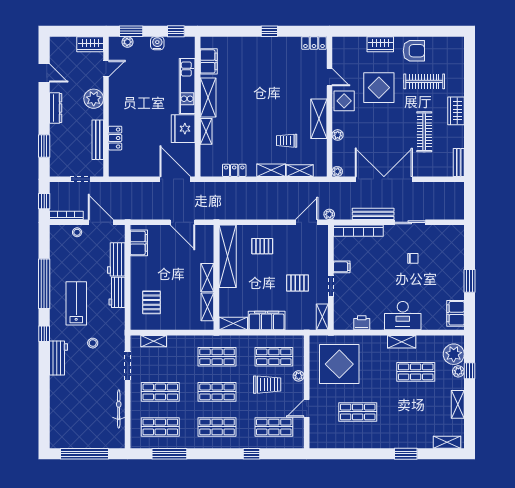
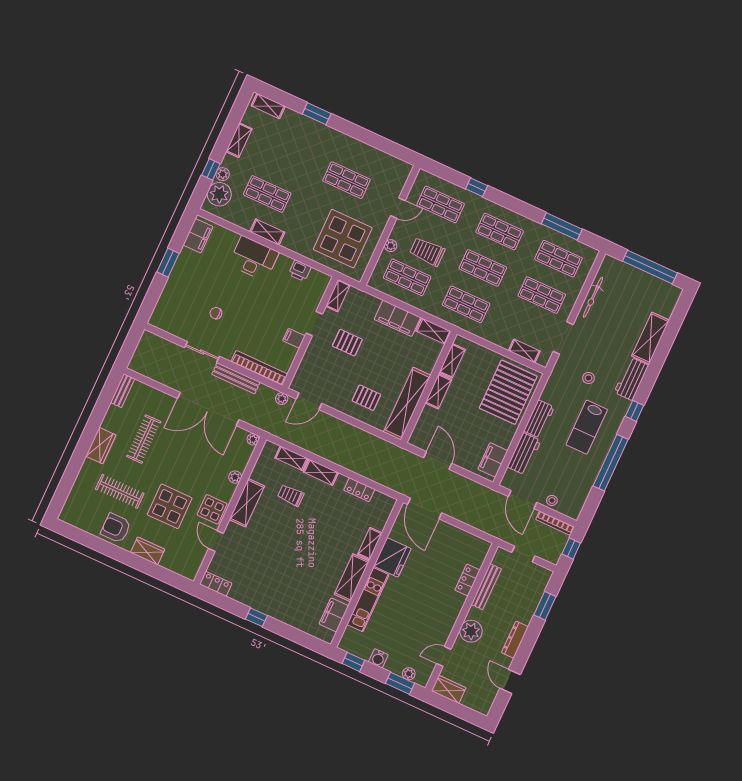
trolley: (287, 141) -> (291, 495), turned 180
pallet: (151, 302) -> (508, 392), width x2.05, depth x2.00
shelving: (58, 398) -> (651, 338), added

